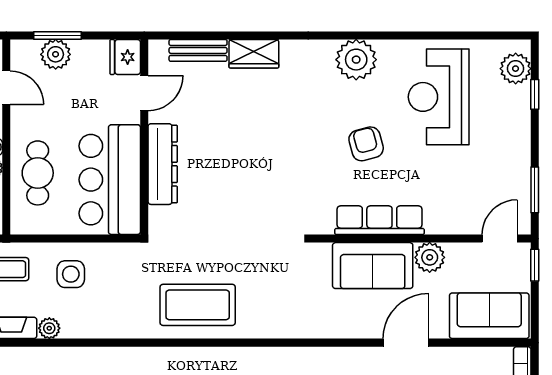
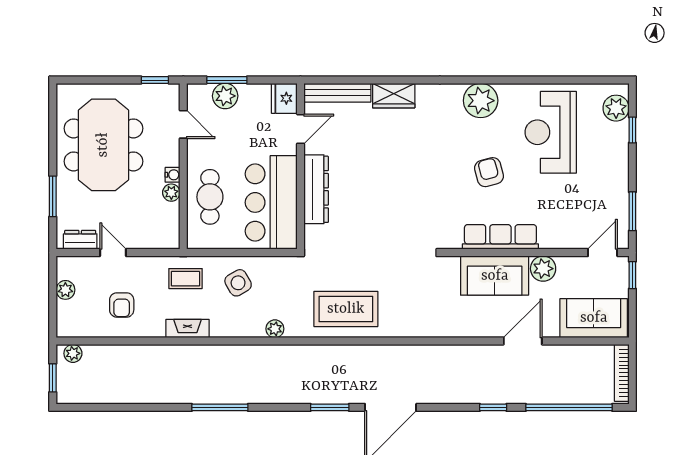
bench: (198, 50) -> (337, 93), width x1.36
side table: (71, 274) -> (238, 283), turned -30
plant: (49, 328) -> (275, 329), moved

